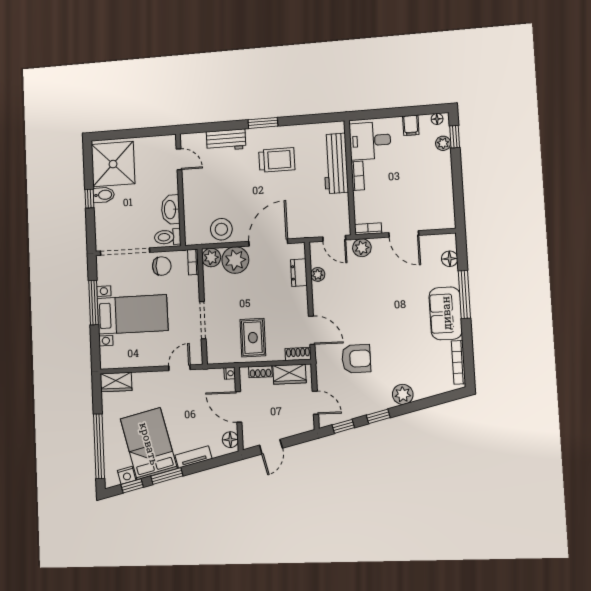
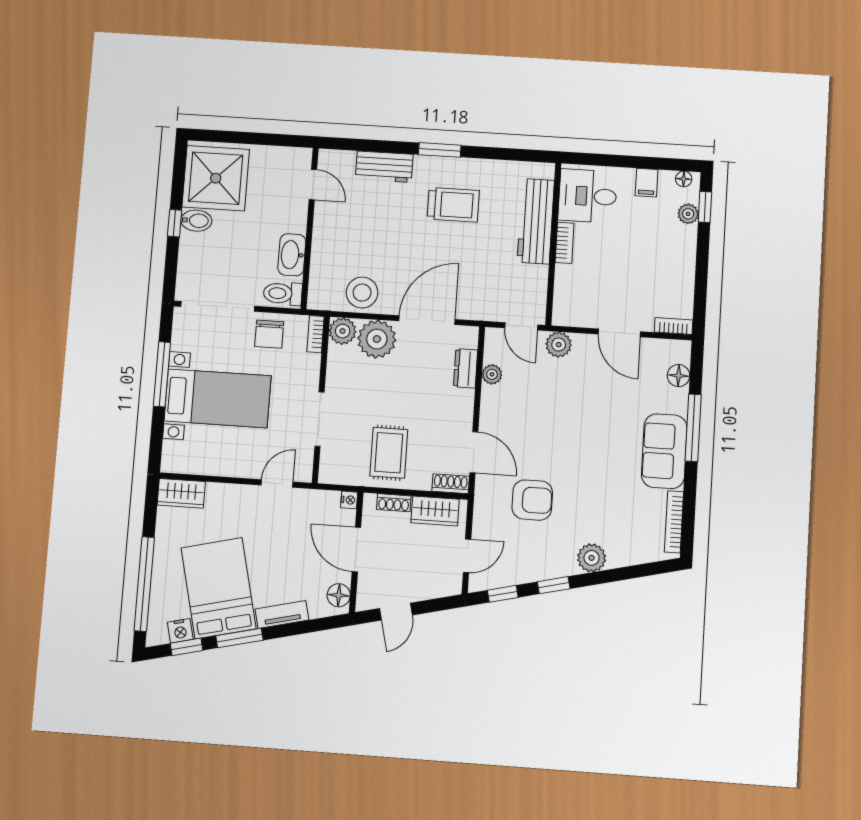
bookcase: (368, 229) -> (674, 326), moved
chair: (162, 266) -> (269, 334), turned 90
door: (315, 403) -> (467, 556), hinge flipped

